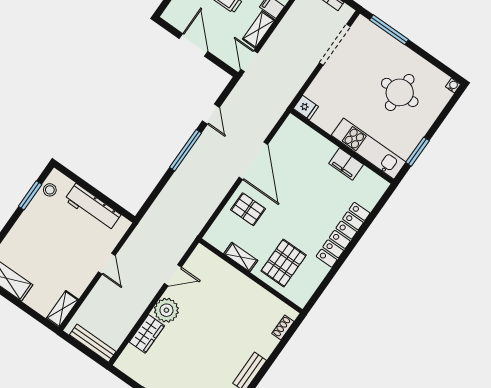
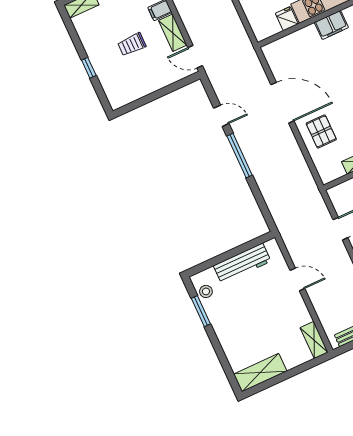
door: (194, 45) -> (154, 96), removed
fridge: (306, 108) -> (287, 19), moved, turned -90
pallet: (248, 209) -> (321, 131), turned 90

